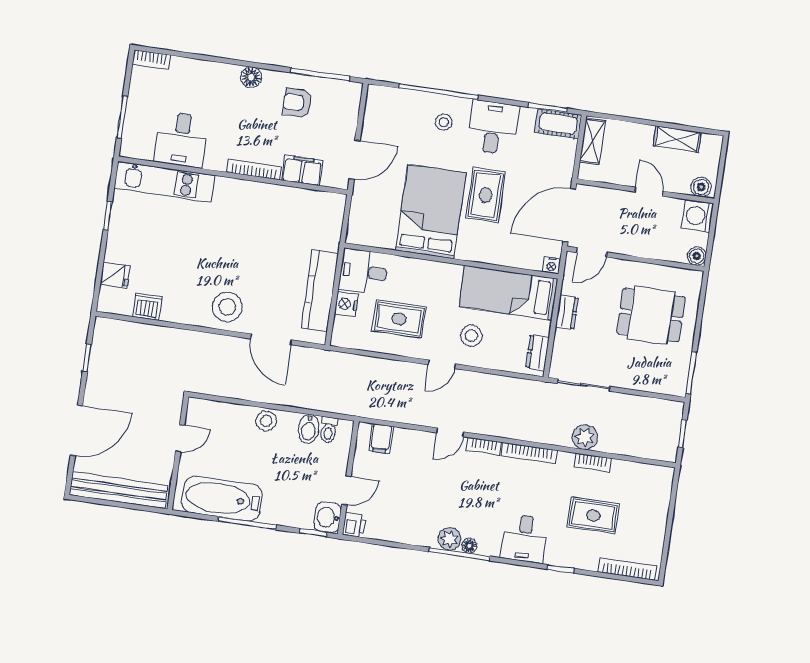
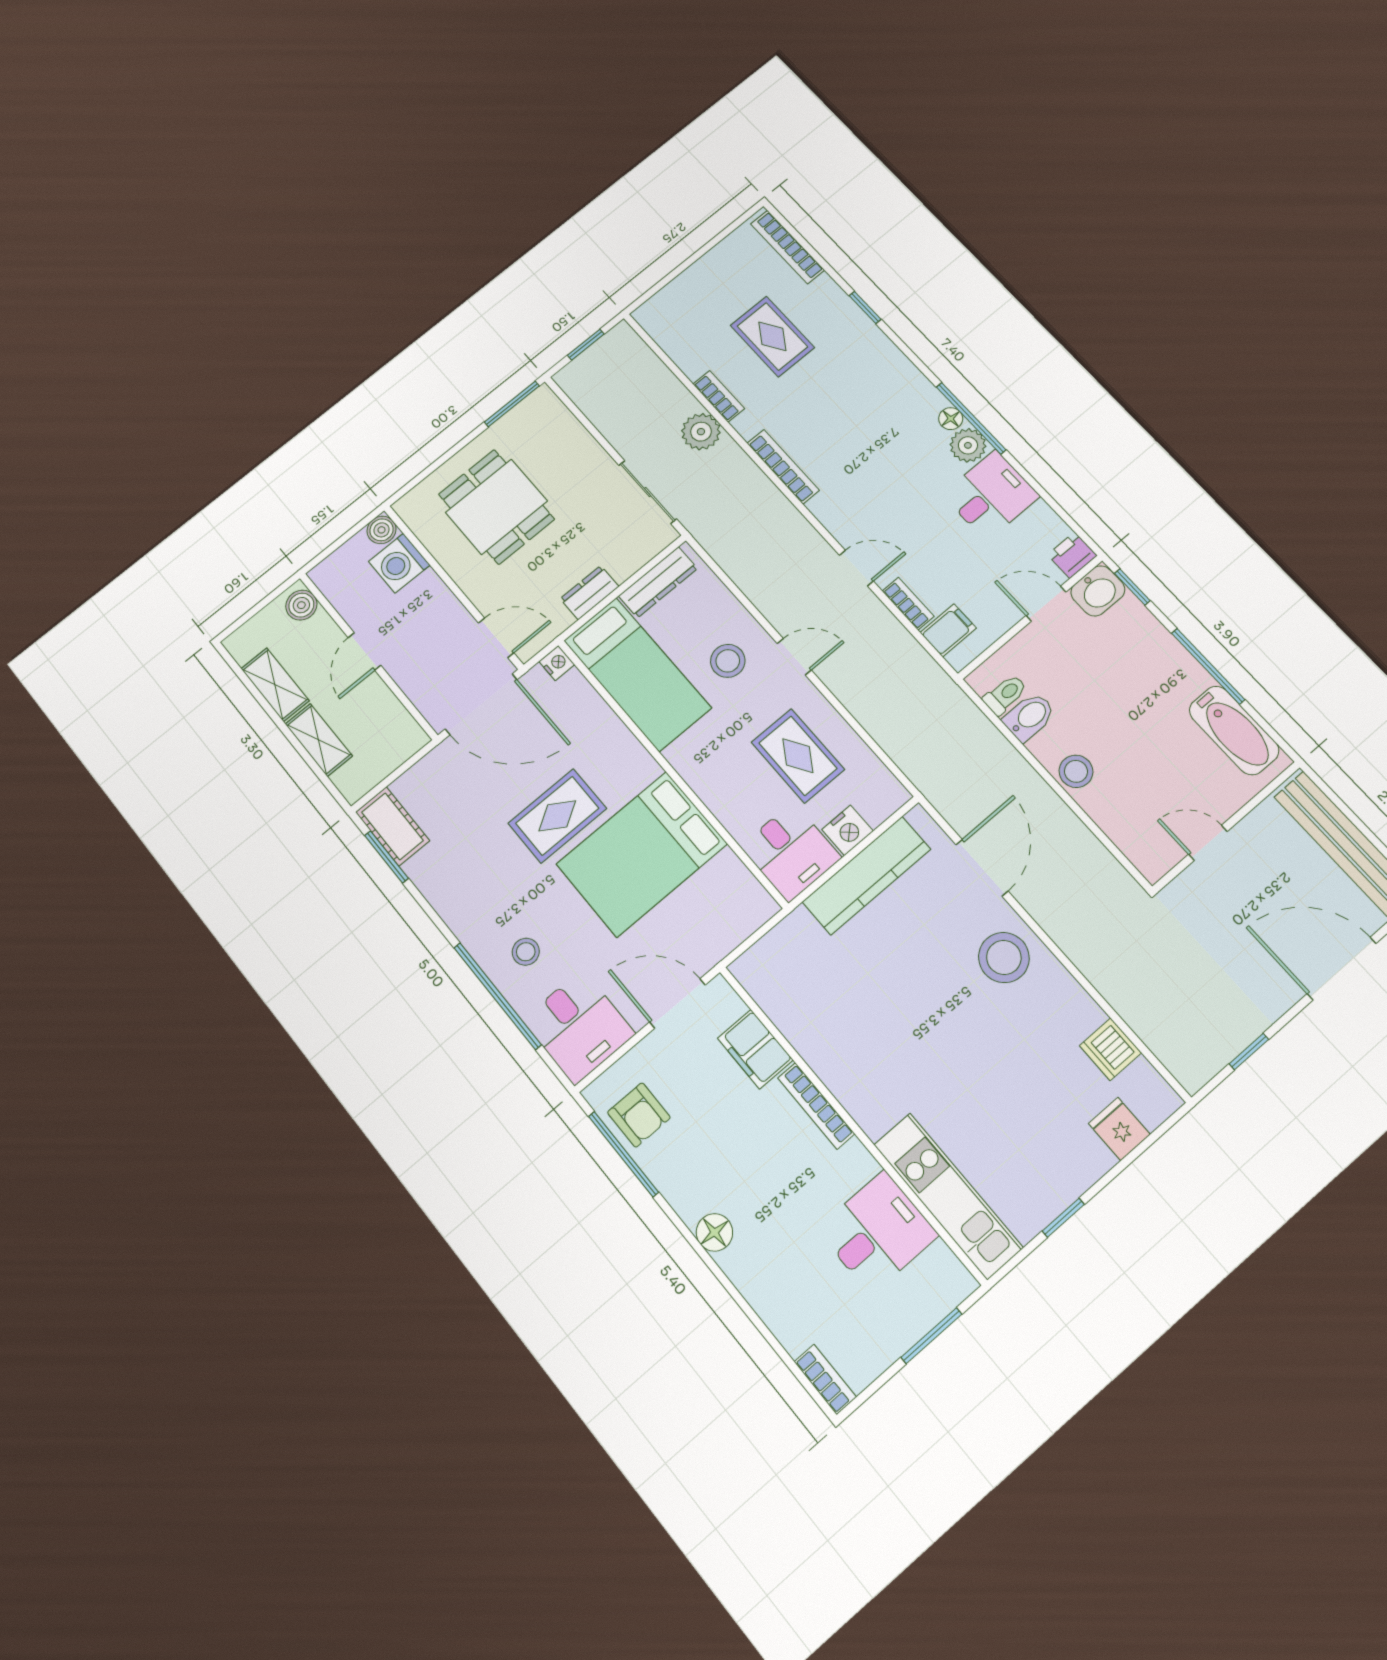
armchair: (297, 103) -> (639, 1115), moved
desk: (493, 128) -> (579, 1027), moved, turned -90
shelving: (592, 141) -> (319, 740), moved, turned 90
washing machine: (698, 216) -> (399, 563), moved, turned 90
dresser: (537, 352) -> (658, 582), width x1.44
bookcase: (484, 446) -> (908, 604), moved
bathtub: (222, 499) -> (1234, 730), width x0.73, depth x0.73
desk: (524, 538) -> (991, 495), moved

